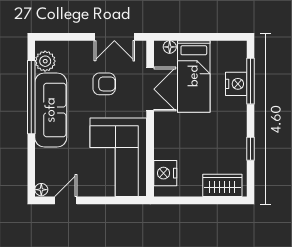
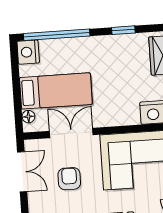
window: (250, 81) -> (57, 35), width x1.46
nightstand: (236, 84) -> (28, 52), moved, turned -90

